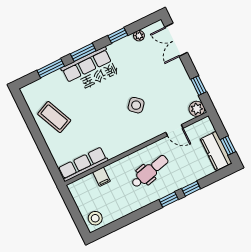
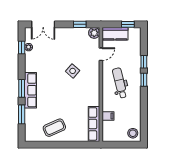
window: (118, 35) -> (22, 48), moved
kitchen counter: (216, 151) -> (115, 34), moved

